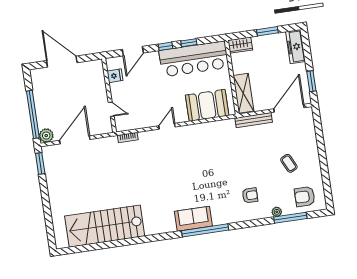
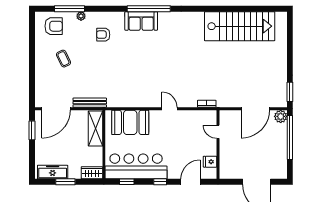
window: (189, 43) -> (127, 182), moved
freezer: (296, 47) -> (53, 172), moved, turned -90
door: (167, 126) -> (169, 109), swing flipped
sofa: (193, 219) -> (141, 21), moved

